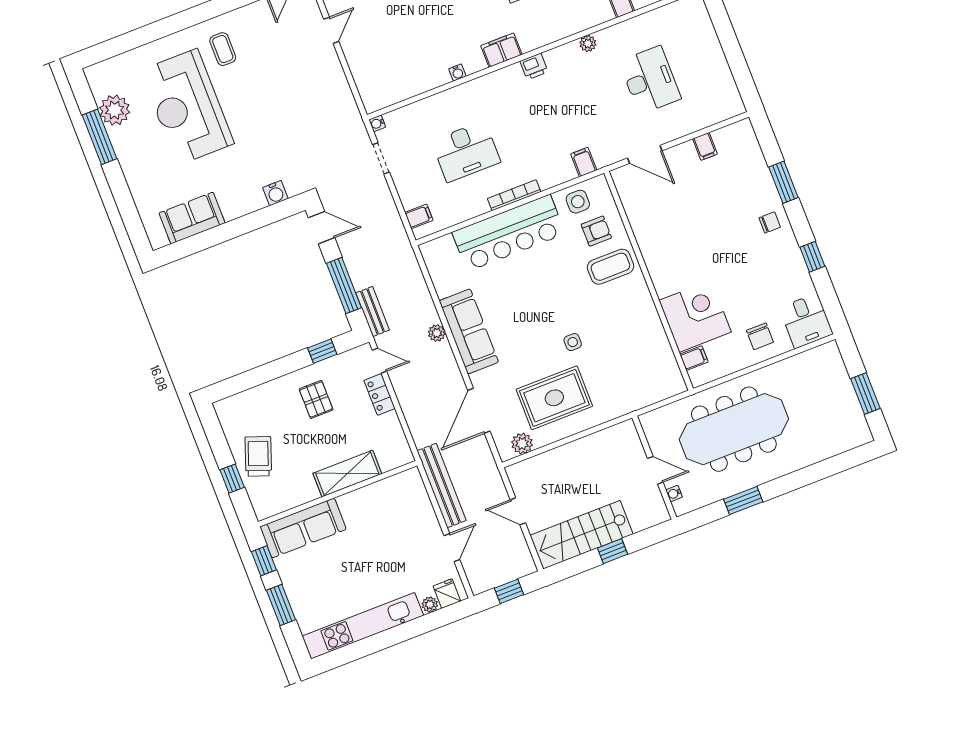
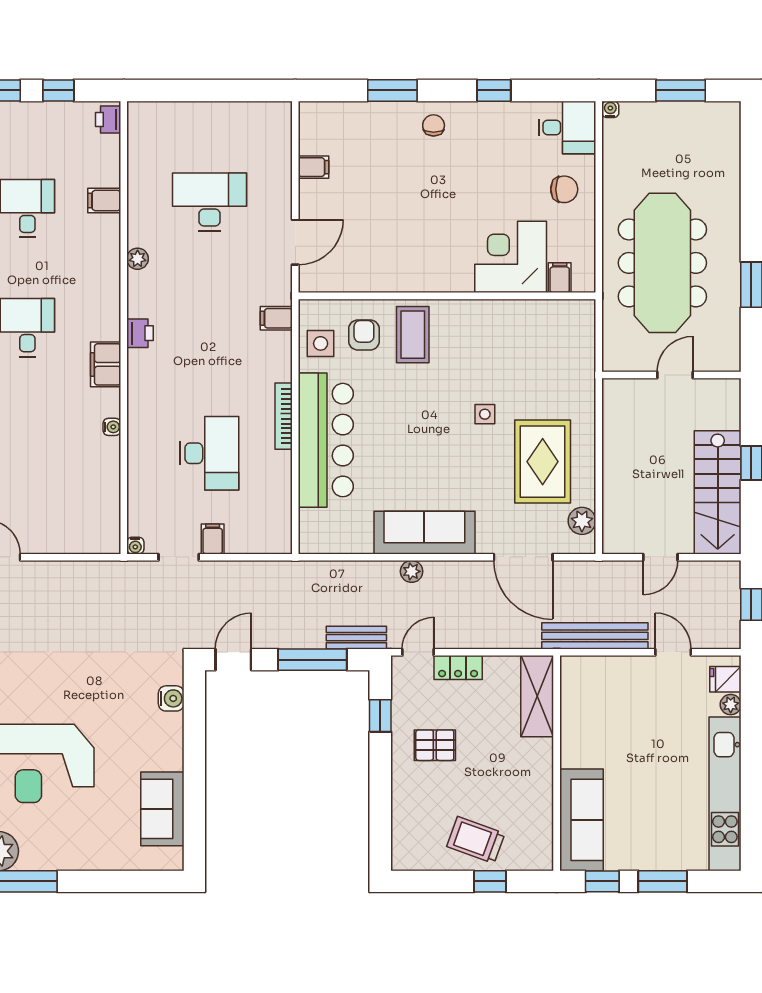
filing cabinet: (419, 216) -> (213, 539), moved
shelving: (347, 474) -> (537, 696), moved
water cooler: (674, 493) -> (610, 109), moved, turned 180

